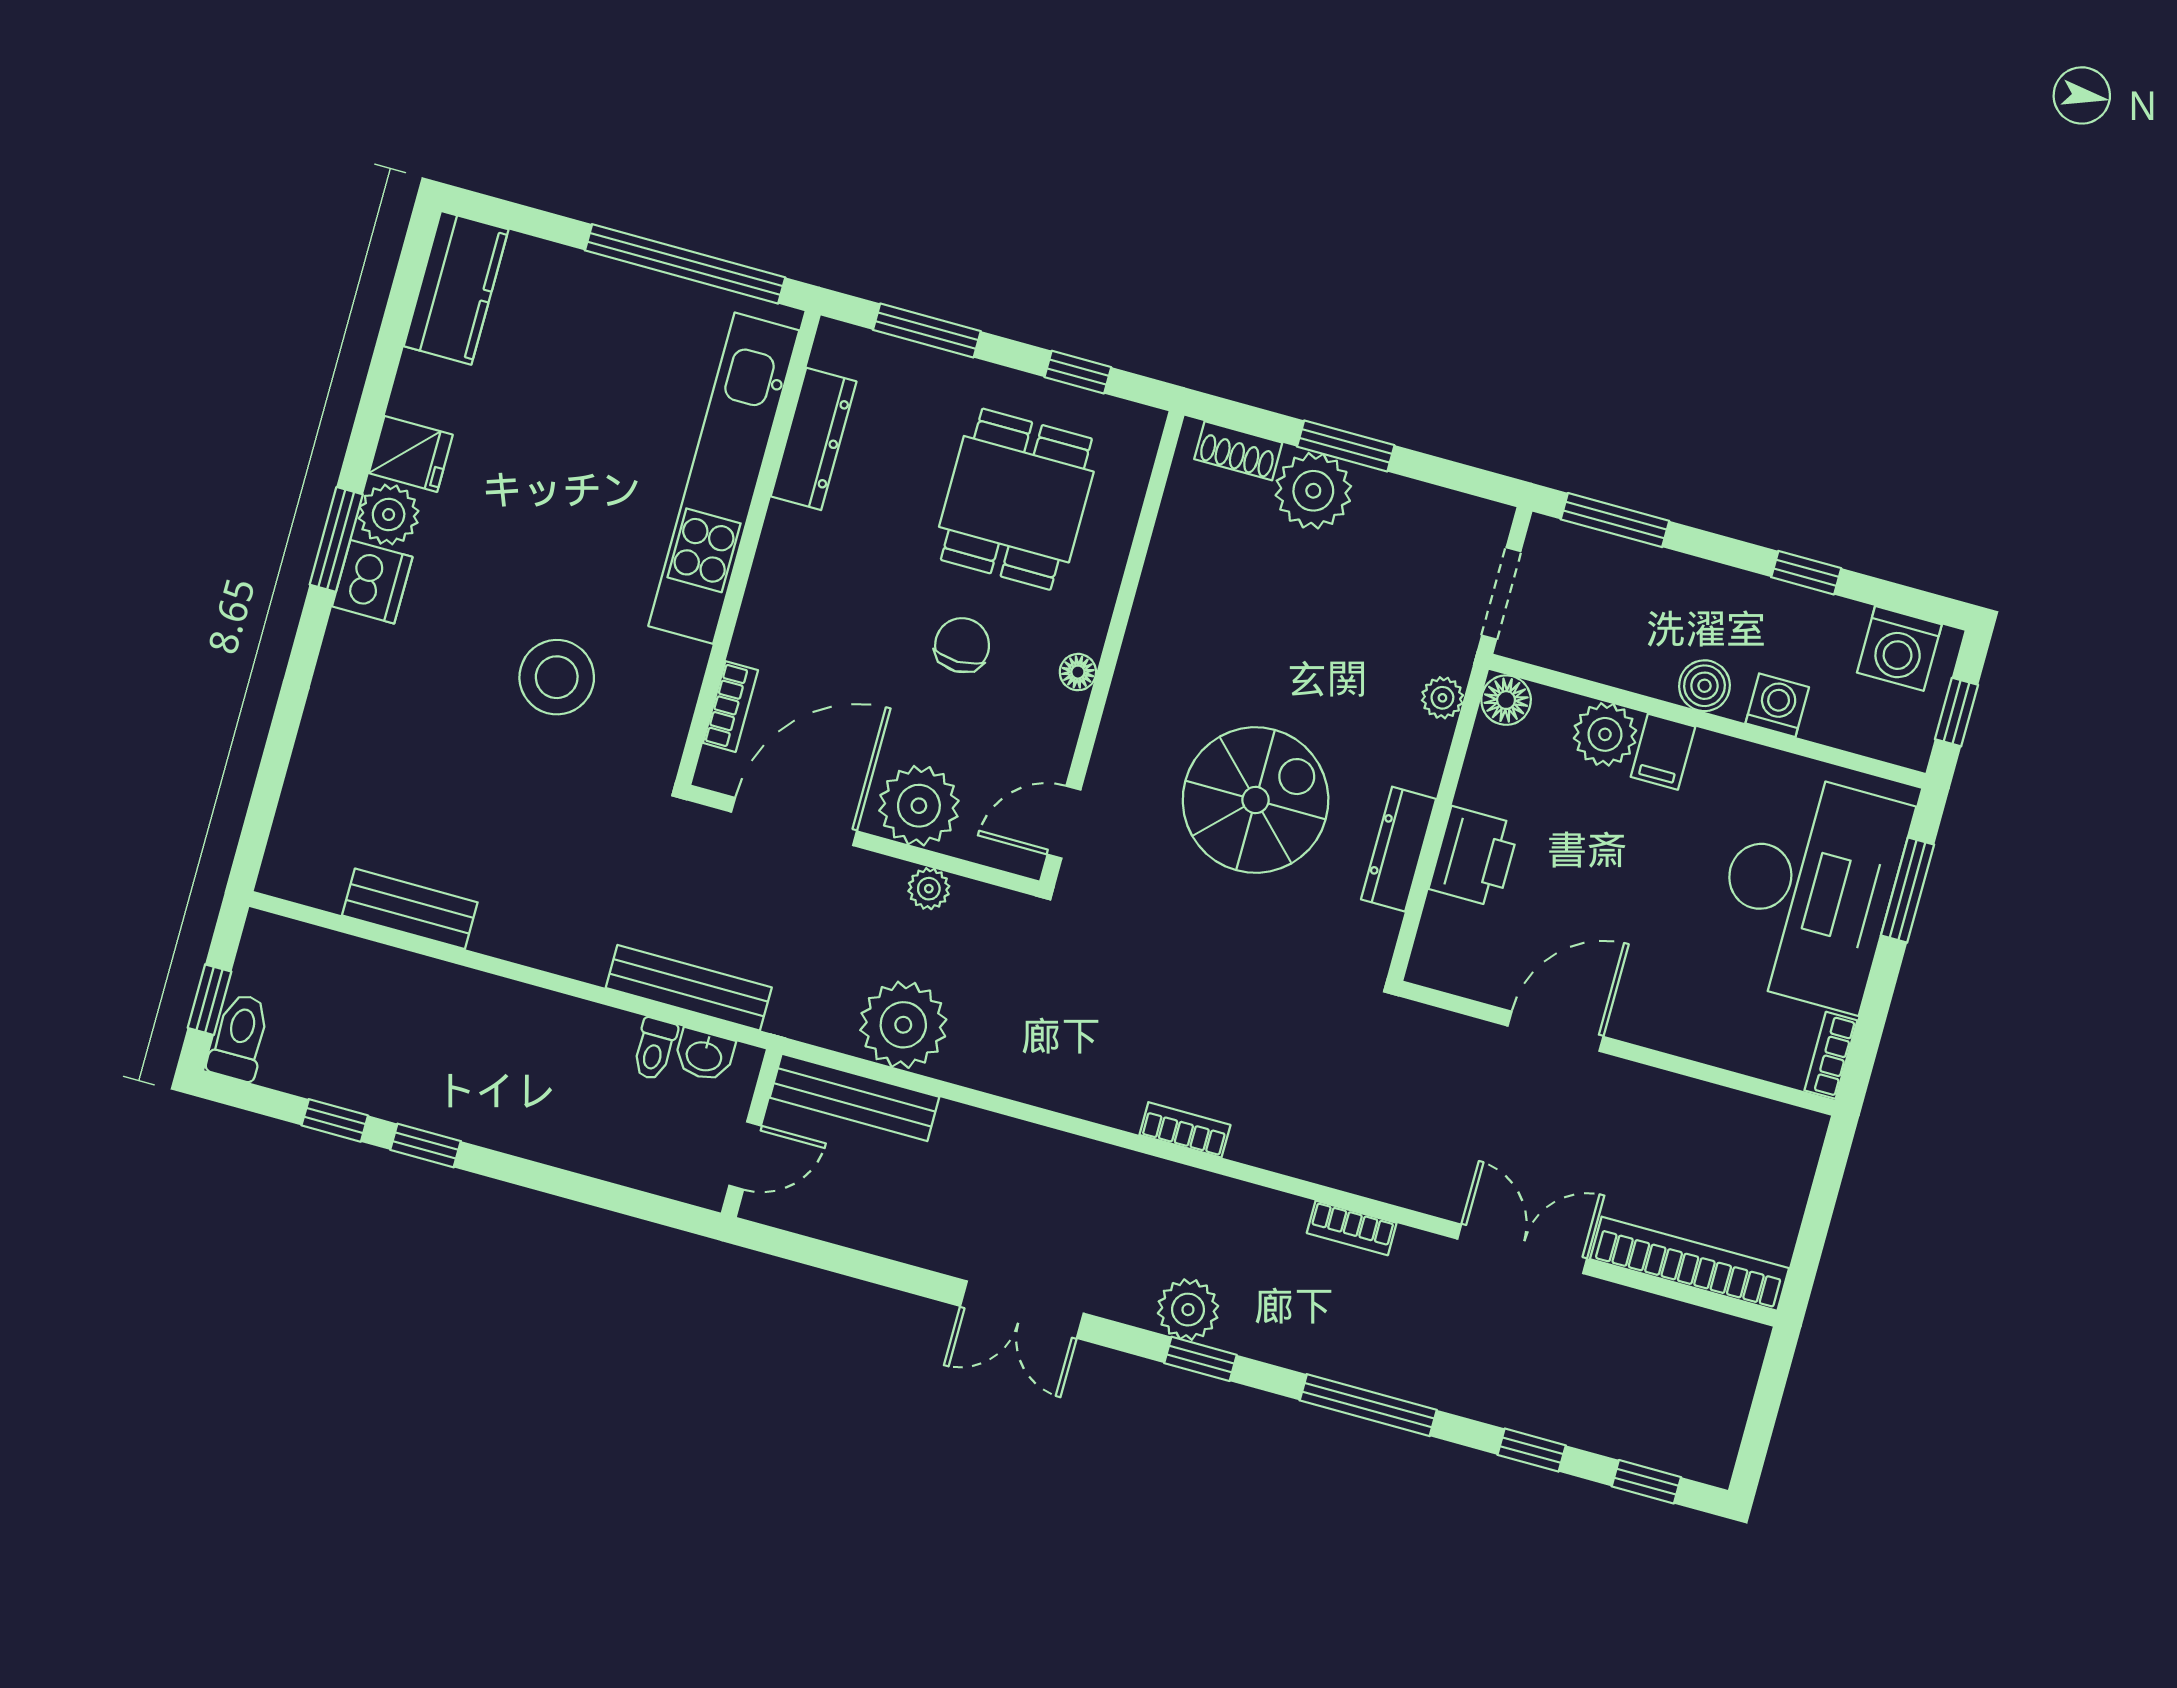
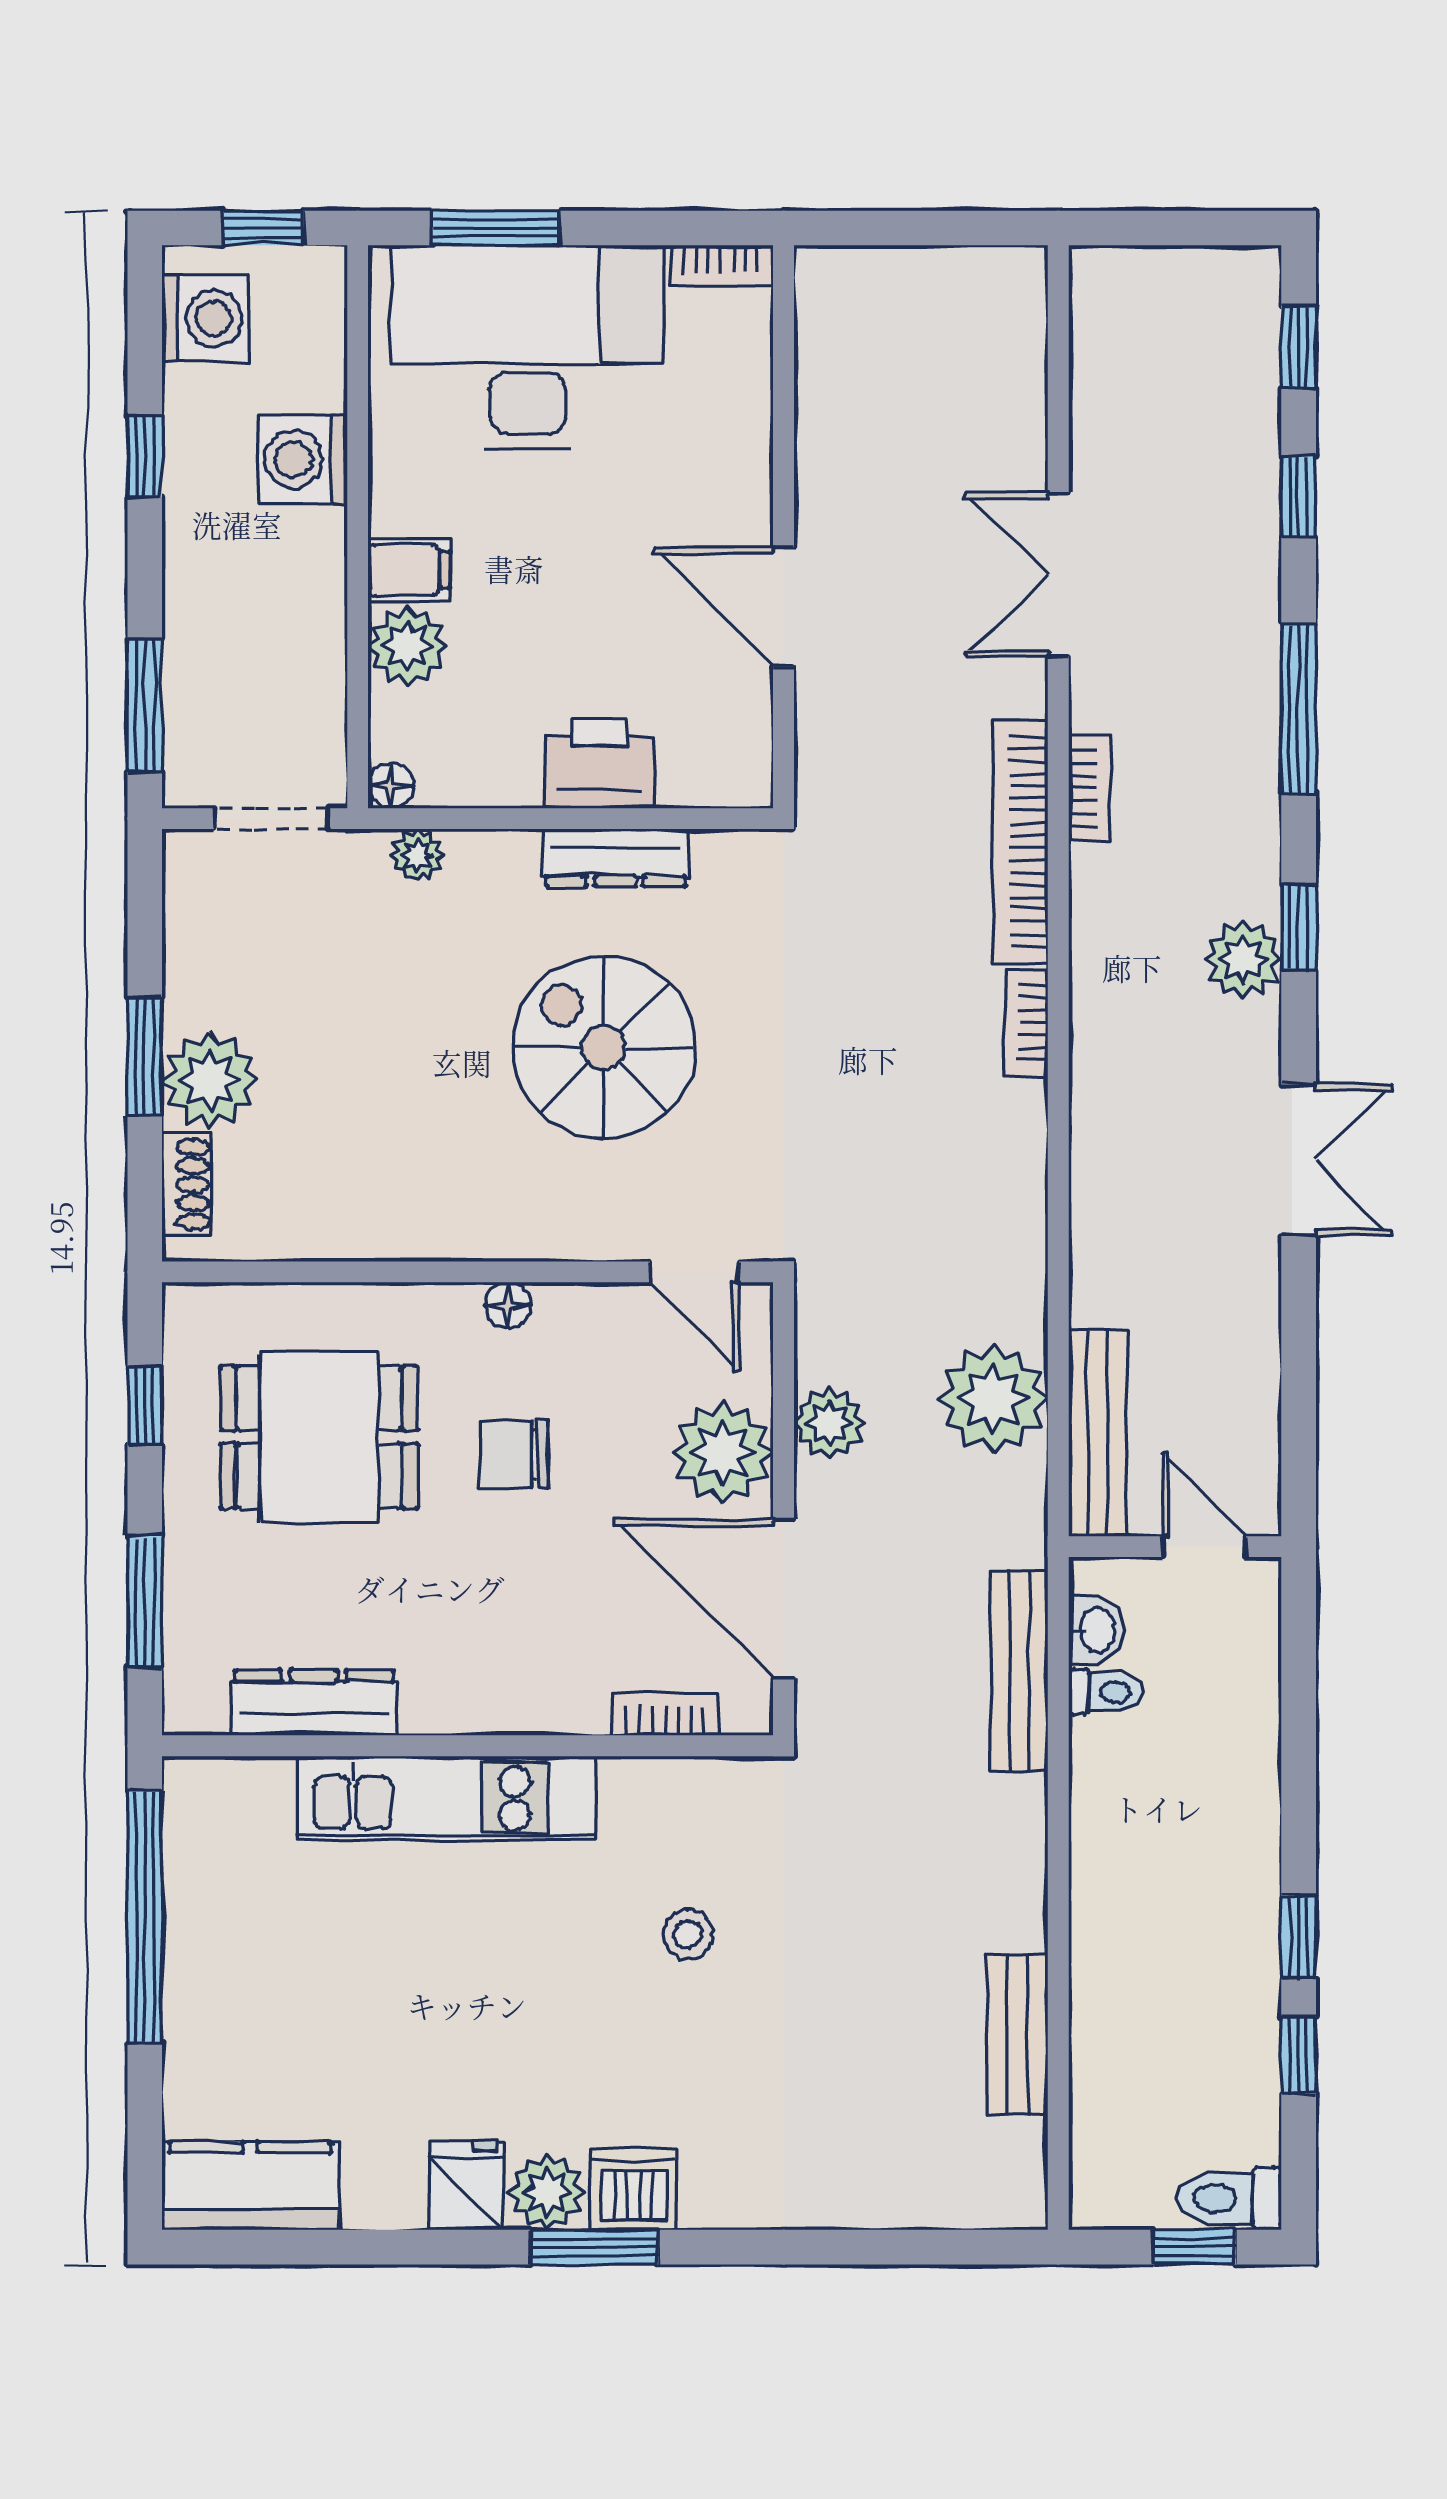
kitchen unit: (724, 478) -> (446, 1798), width x0.73
stool: (557, 677) -> (688, 1934), width x0.53, depth x0.53
boiler: (1704, 686) -> (315, 542), removed
floor lamp: (1506, 700) -> (391, 786), width x0.73, depth x0.73
washing machine: (1777, 705) -> (303, 460), width x1.38, depth x1.38
plant: (929, 889) -> (830, 1423), width x1.38, depth x1.38
bookcase: (1689, 1264) -> (1020, 842), moved

